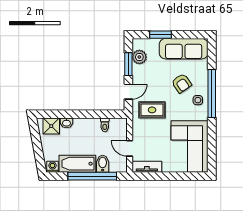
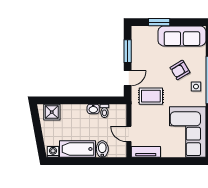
plant: (139, 57) -> (138, 44), removed
armchair: (182, 83) -> (180, 70), turned 94
washbasin: (66, 123) -> (93, 109), moved
window: (92, 176) -> (92, 161), removed

